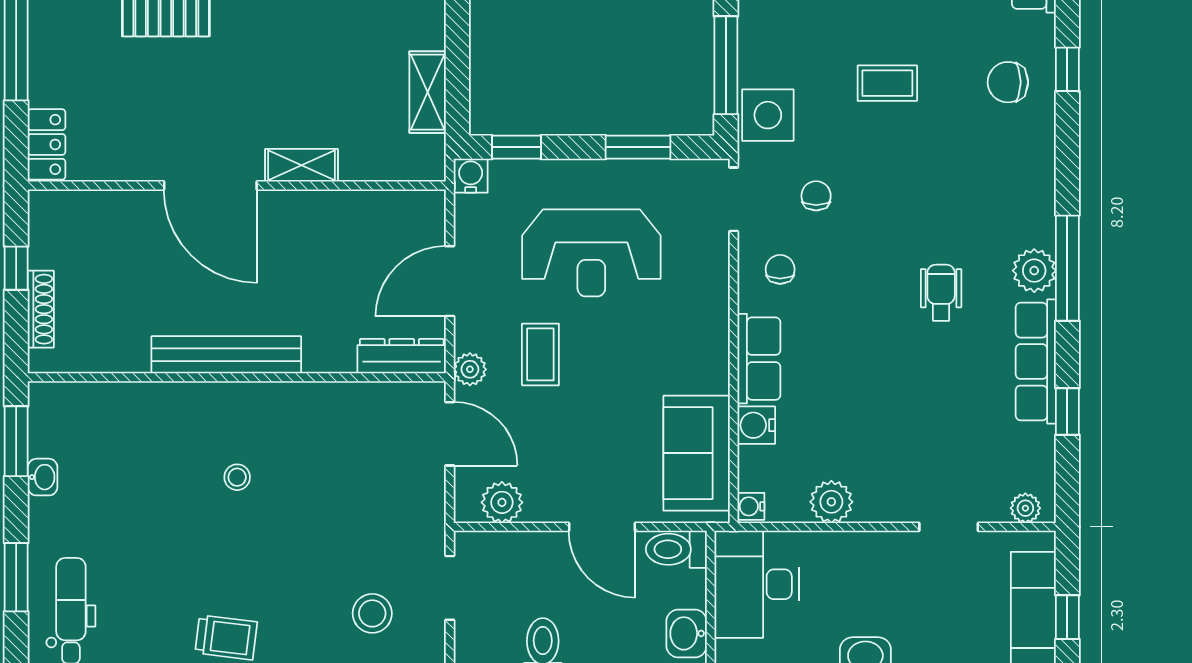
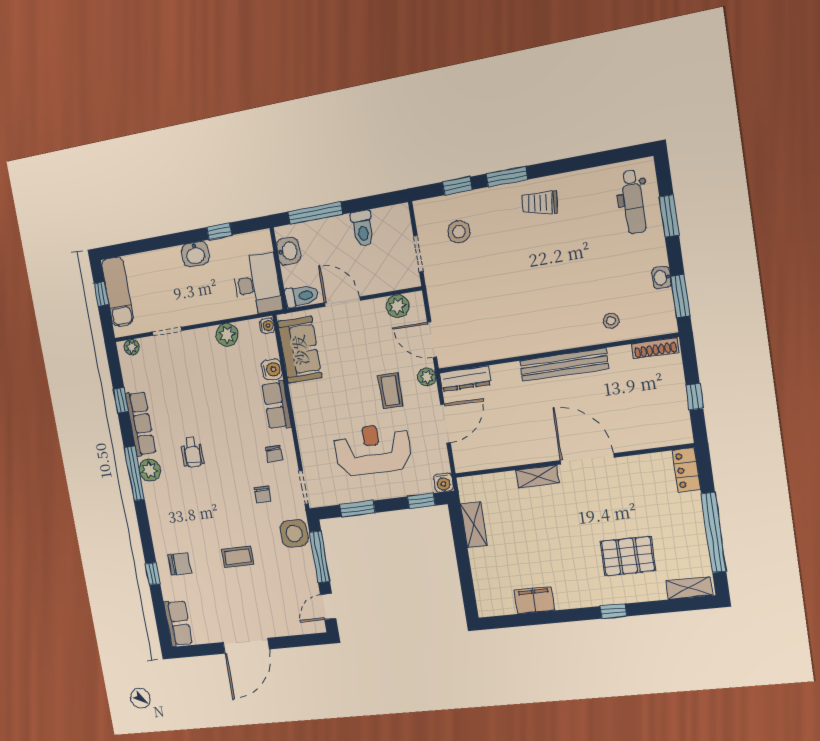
shoe rack: (41, 309) -> (655, 348), moved, turned -90
stool: (237, 477) -> (611, 321), moved

